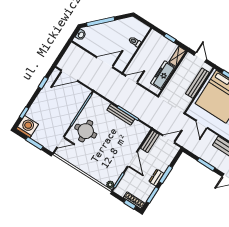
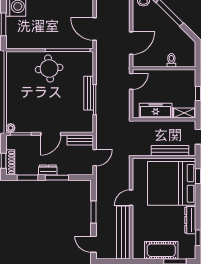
door: (105, 62) -> (131, 43), hinge flipped
door: (69, 76) -> (95, 29), moved
door: (131, 79) -> (131, 81), hinge flipped
door: (202, 124) -> (131, 198), moved
door: (169, 139) -> (95, 158), hinge flipped
door: (60, 142) -> (22, 50), removed

